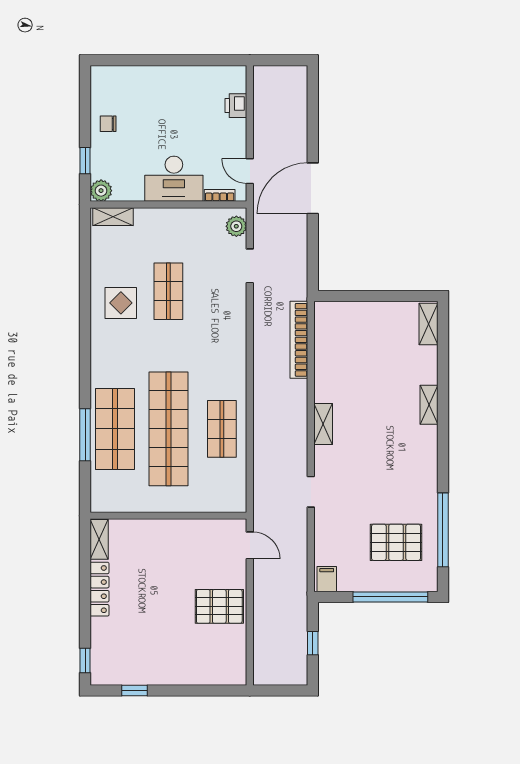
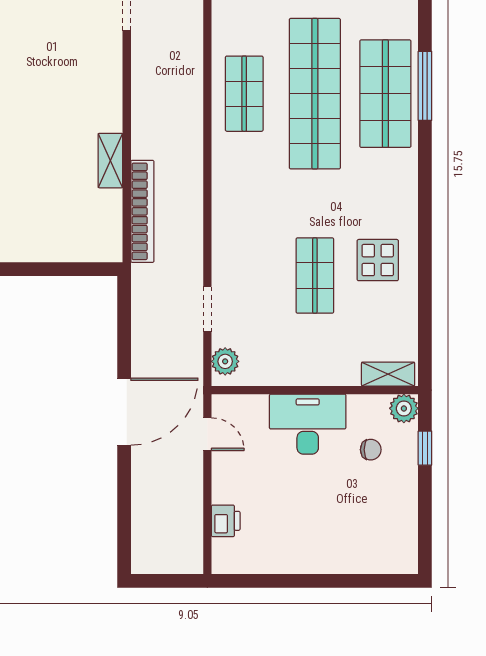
chair: (108, 124) -> (371, 450), moved
bookcase: (220, 195) -> (247, 402), removed
shelving: (323, 424) -> (110, 161), moved

